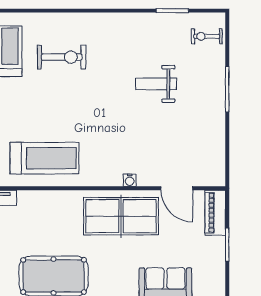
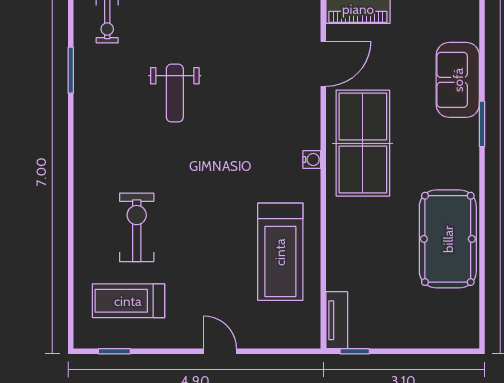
treadmill: (44, 158) -> (280, 252), turned 180
water cooler: (130, 180) -> (312, 160), moved

